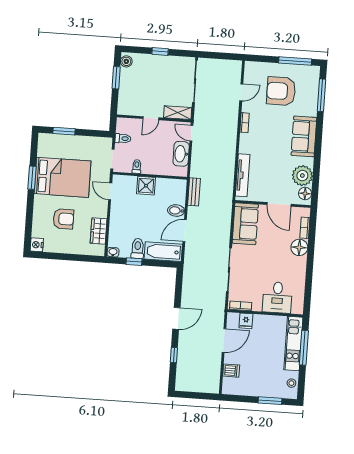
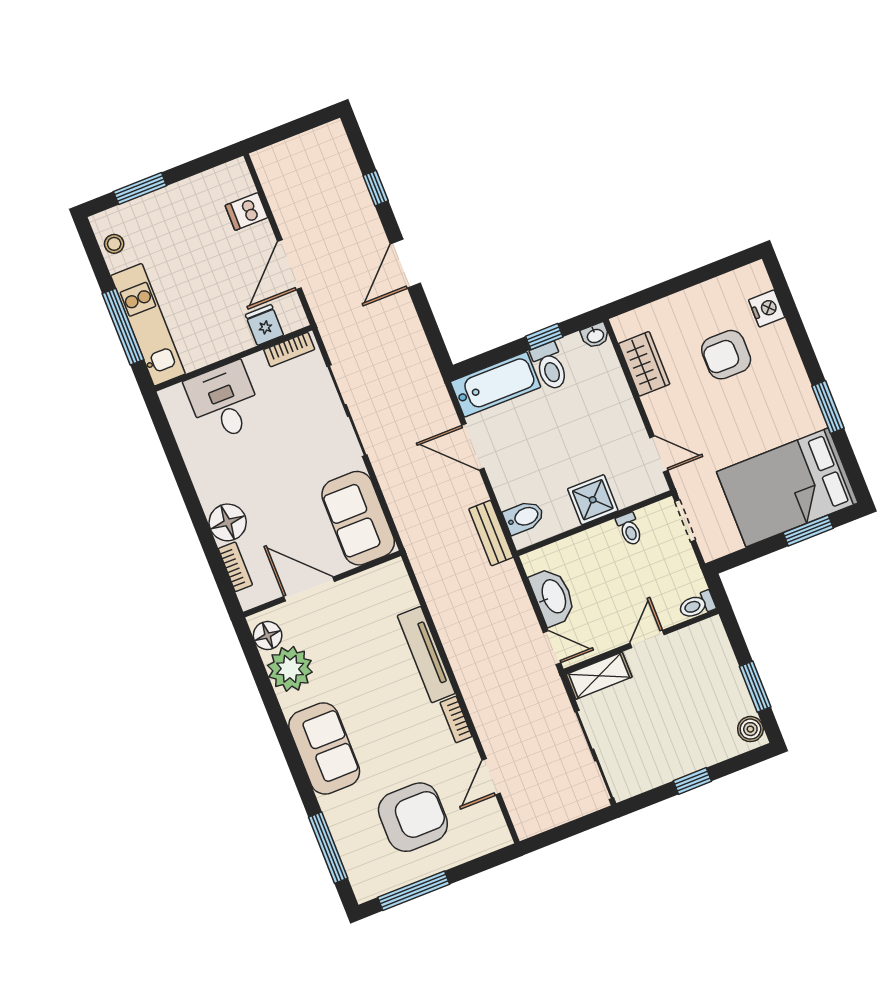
toilet: (123, 138) -> (697, 605), moved
tv unit: (243, 175) -> (426, 655), moved
bed: (63, 177) -> (787, 487), moved
bidet: (176, 210) -> (524, 517), moved
door: (185, 231) -> (473, 447), swing flipped
nightstand: (37, 245) -> (767, 309), moved

